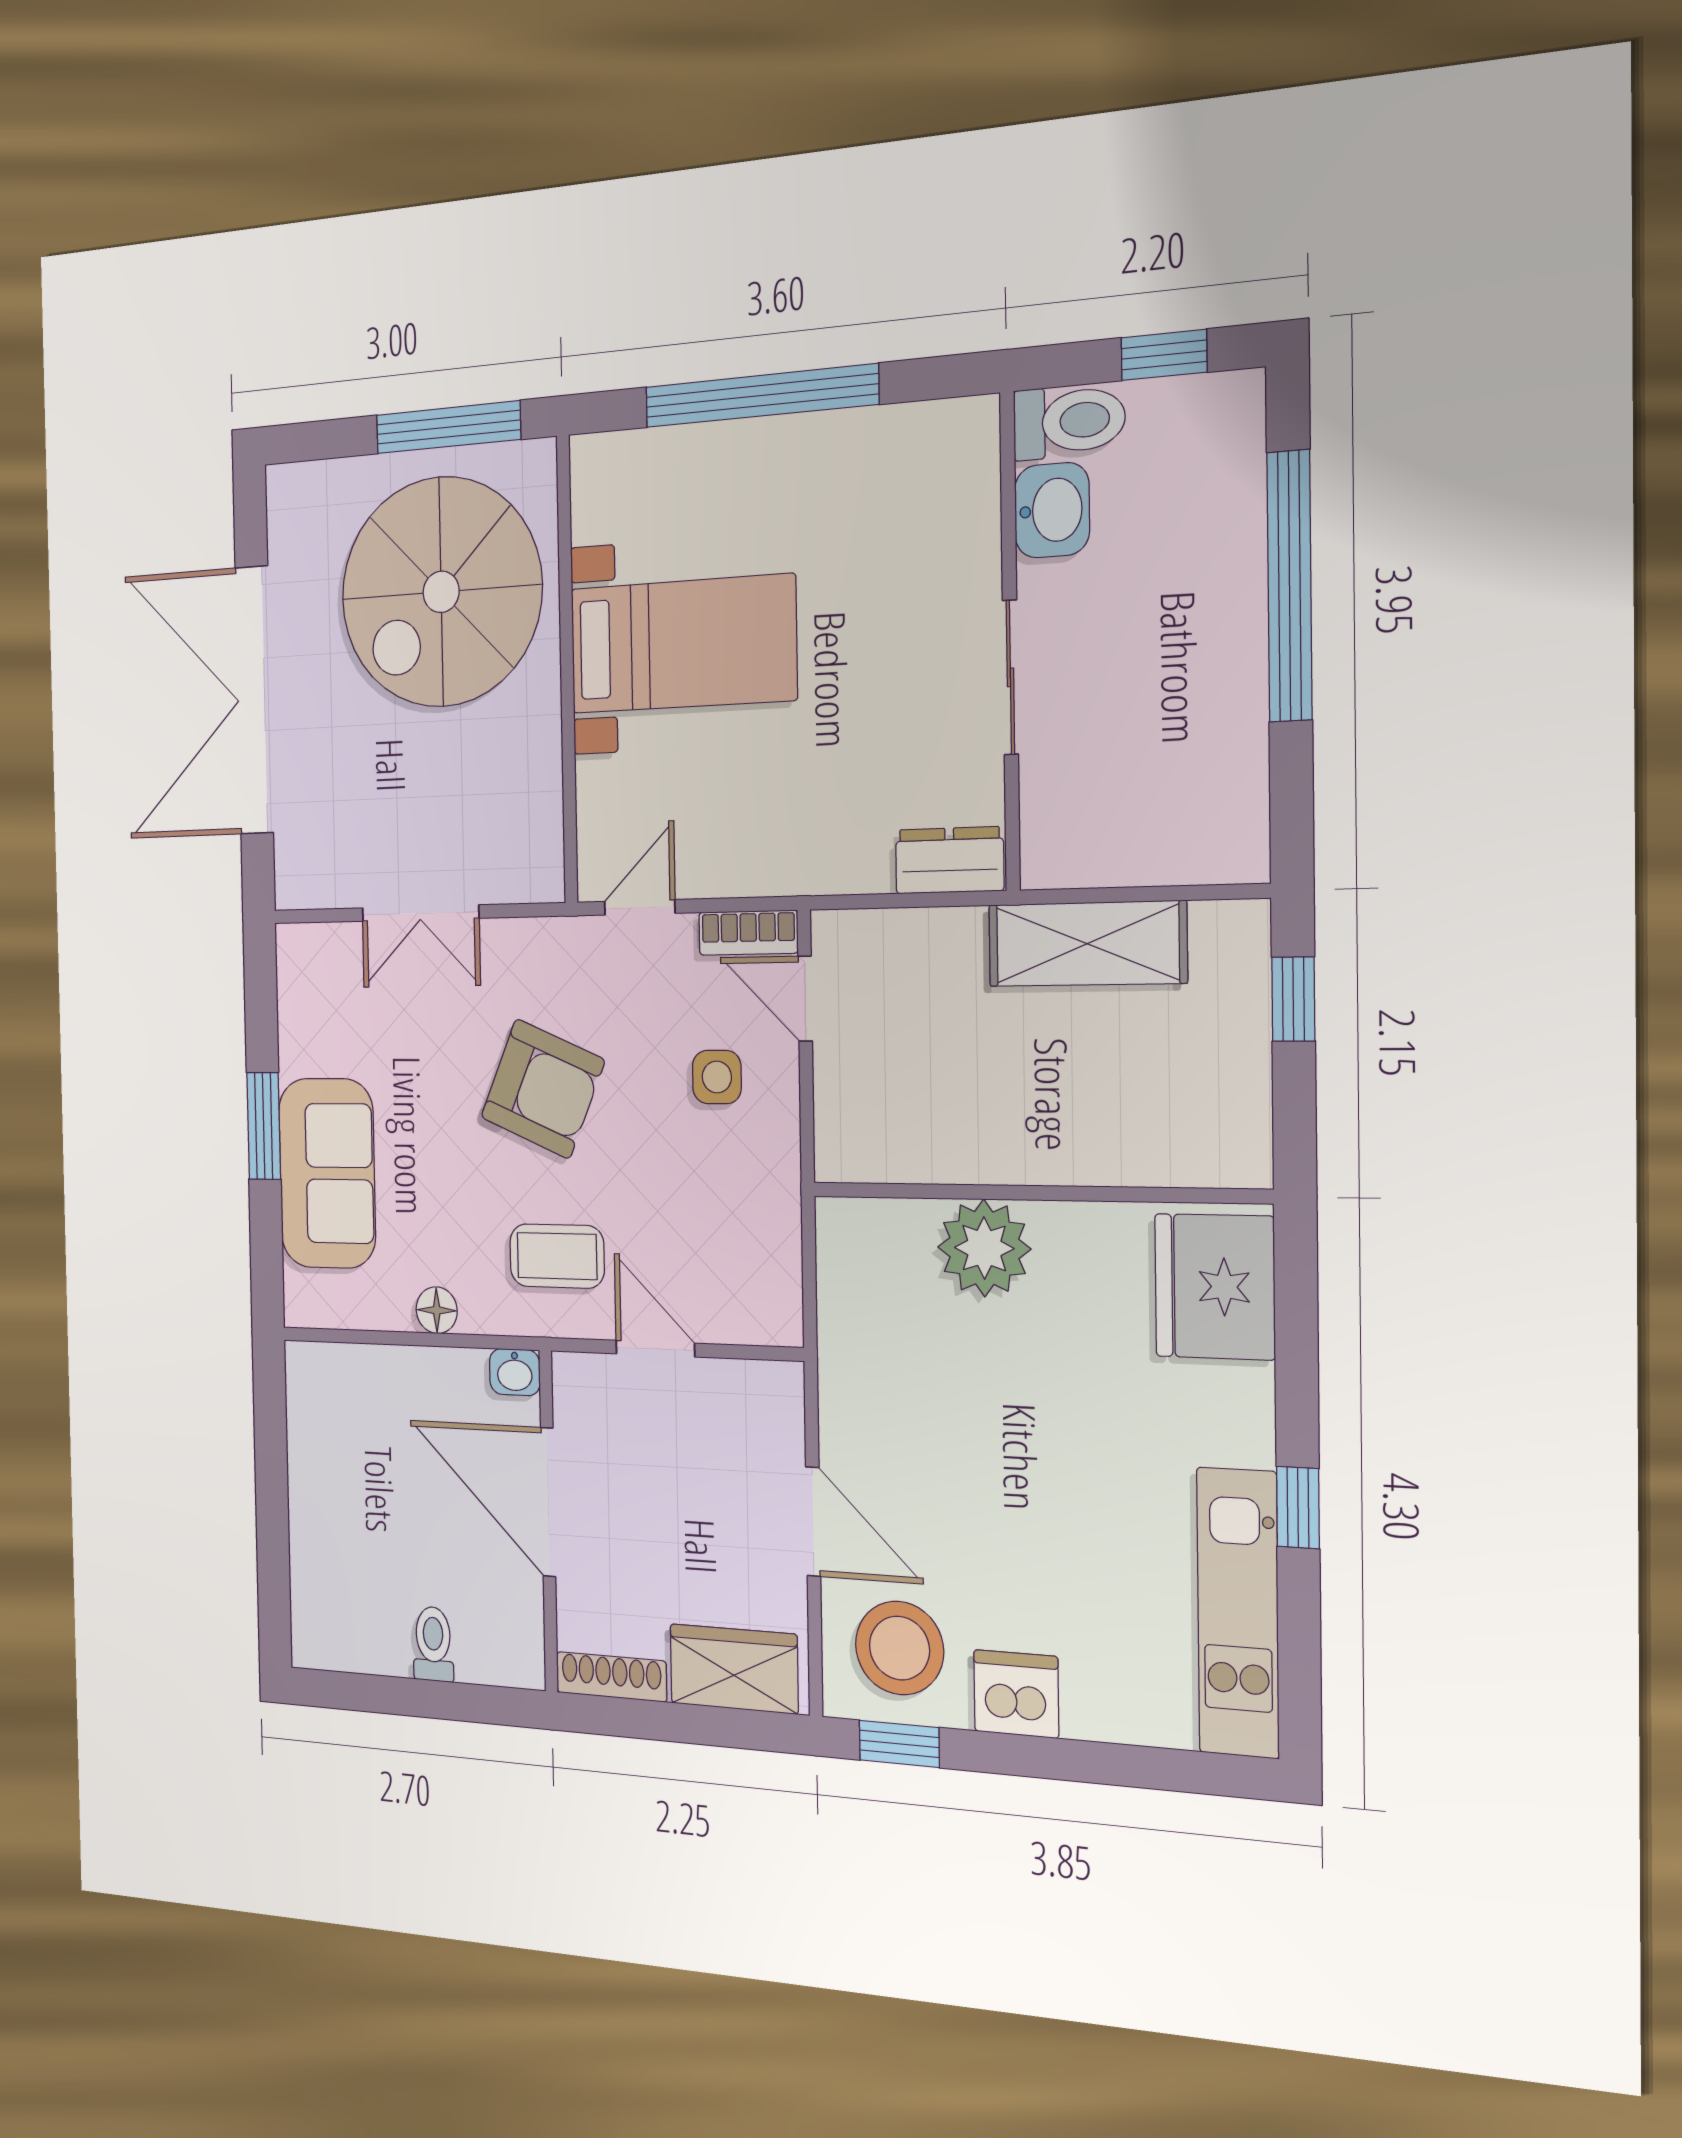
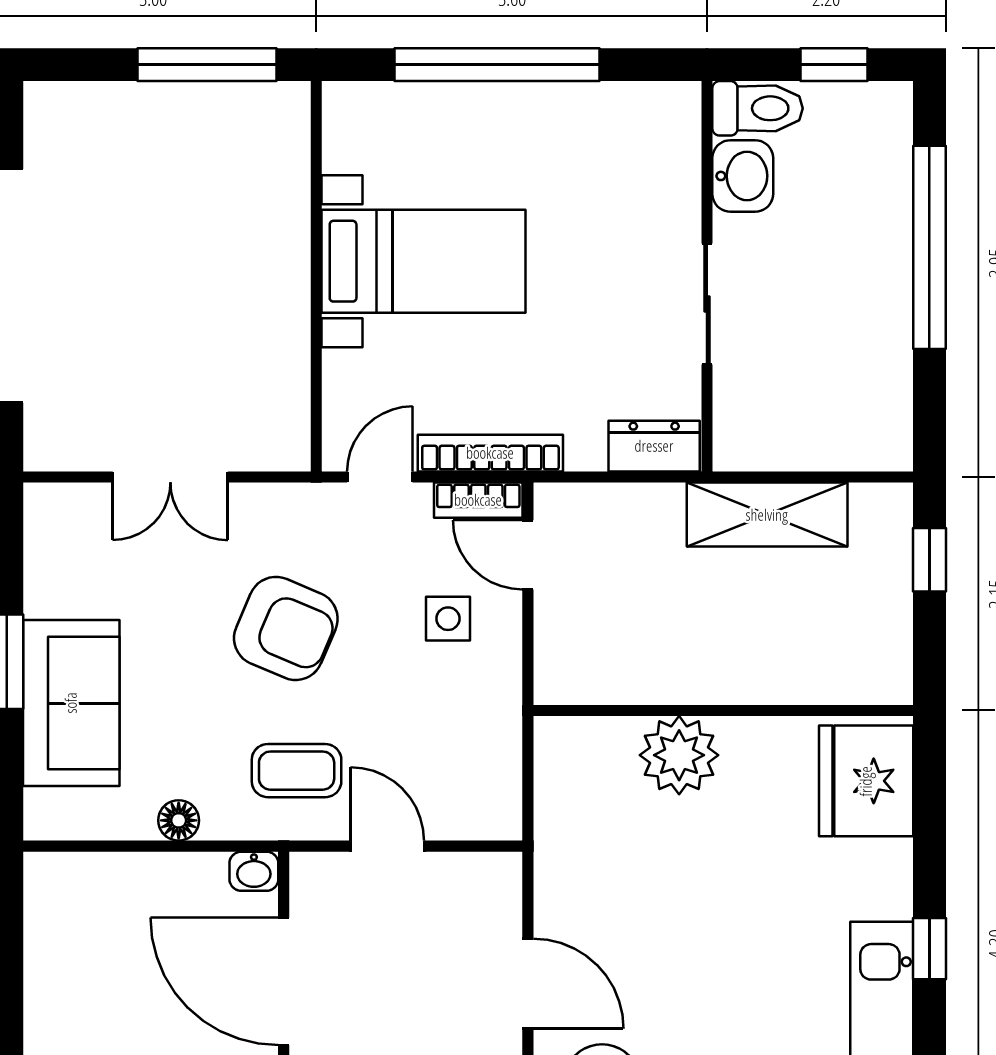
spiral stairs: (441, 592) -> (197, 203), removed
bookcase: (761, 875) -> (490, 453), added

